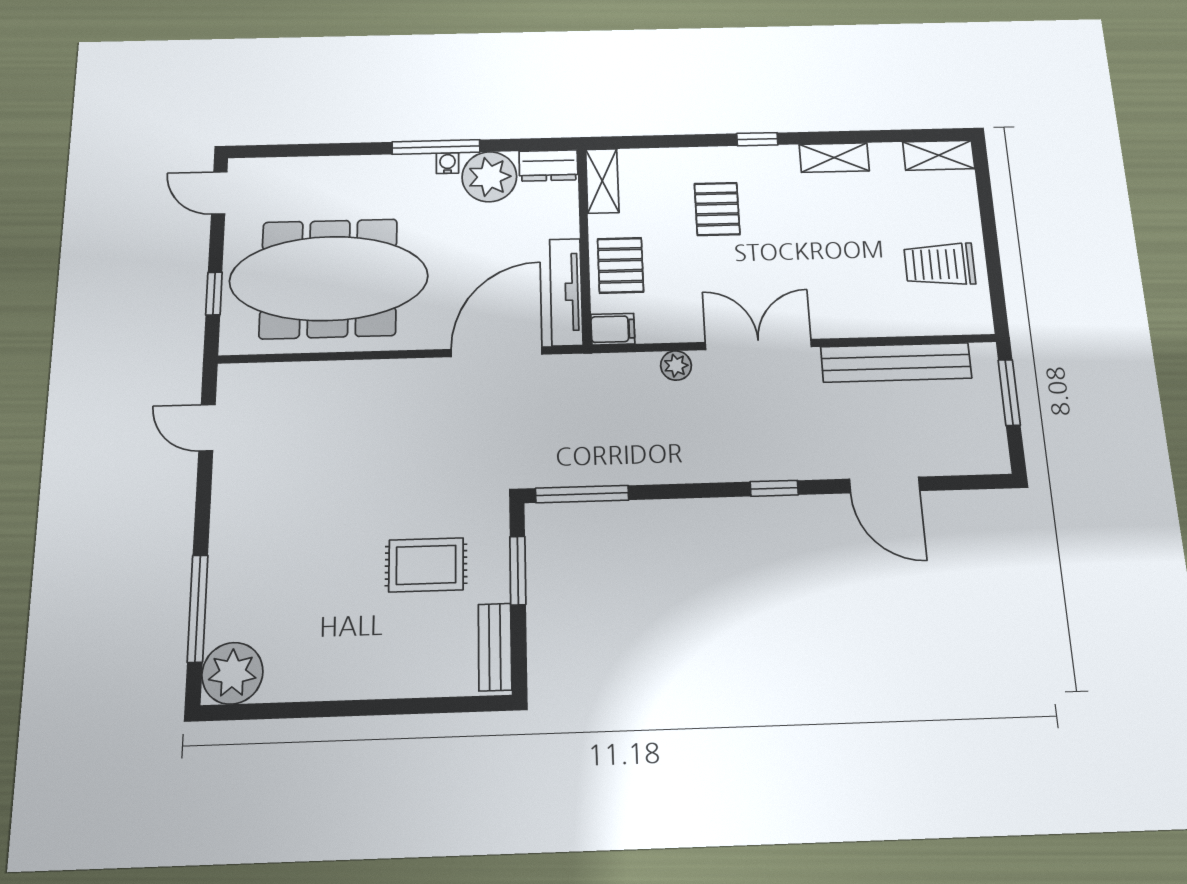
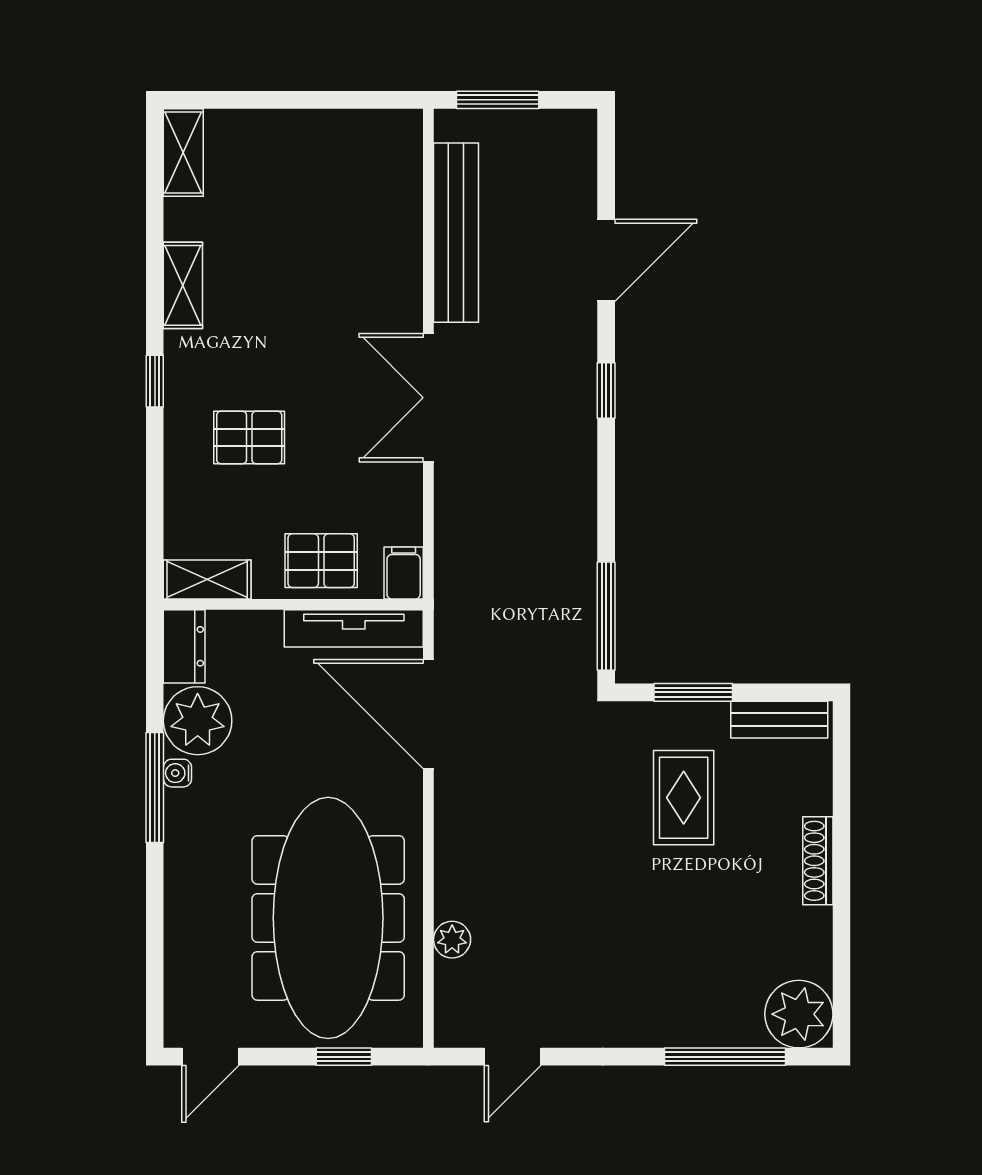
trolley: (940, 264) -> (331, 167), removed
plant: (676, 366) -> (452, 940), moved
shoe rack: (369, 686) -> (818, 861), added

